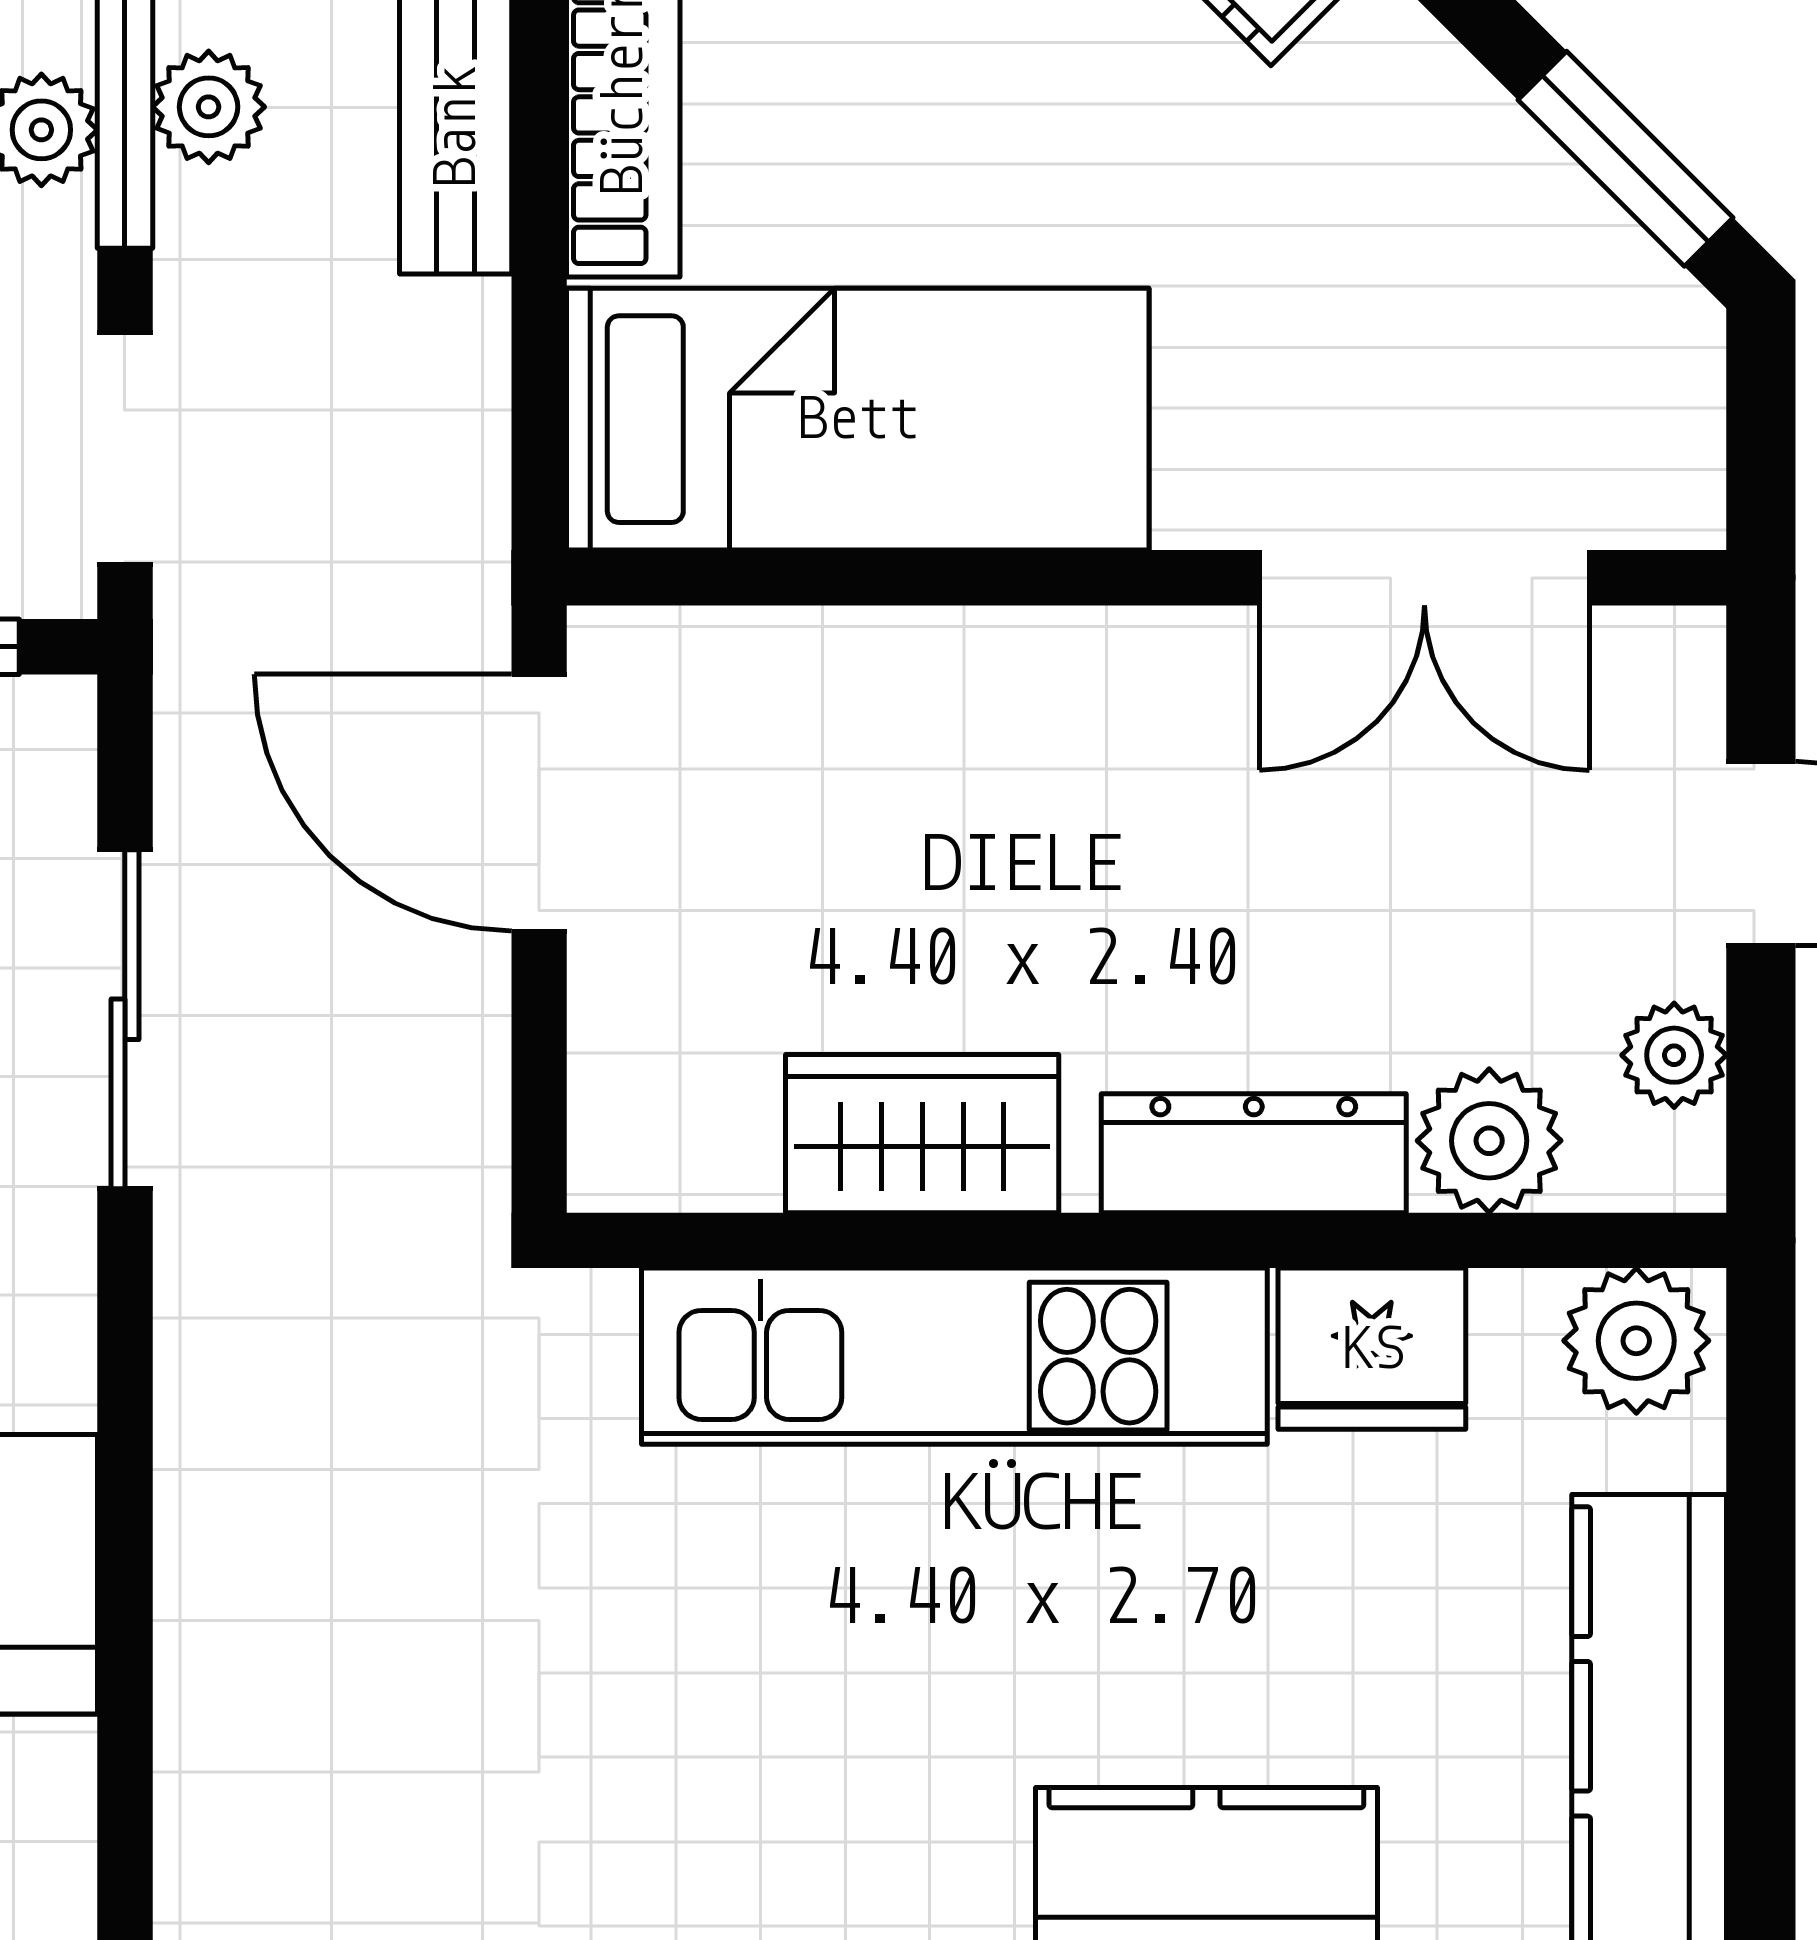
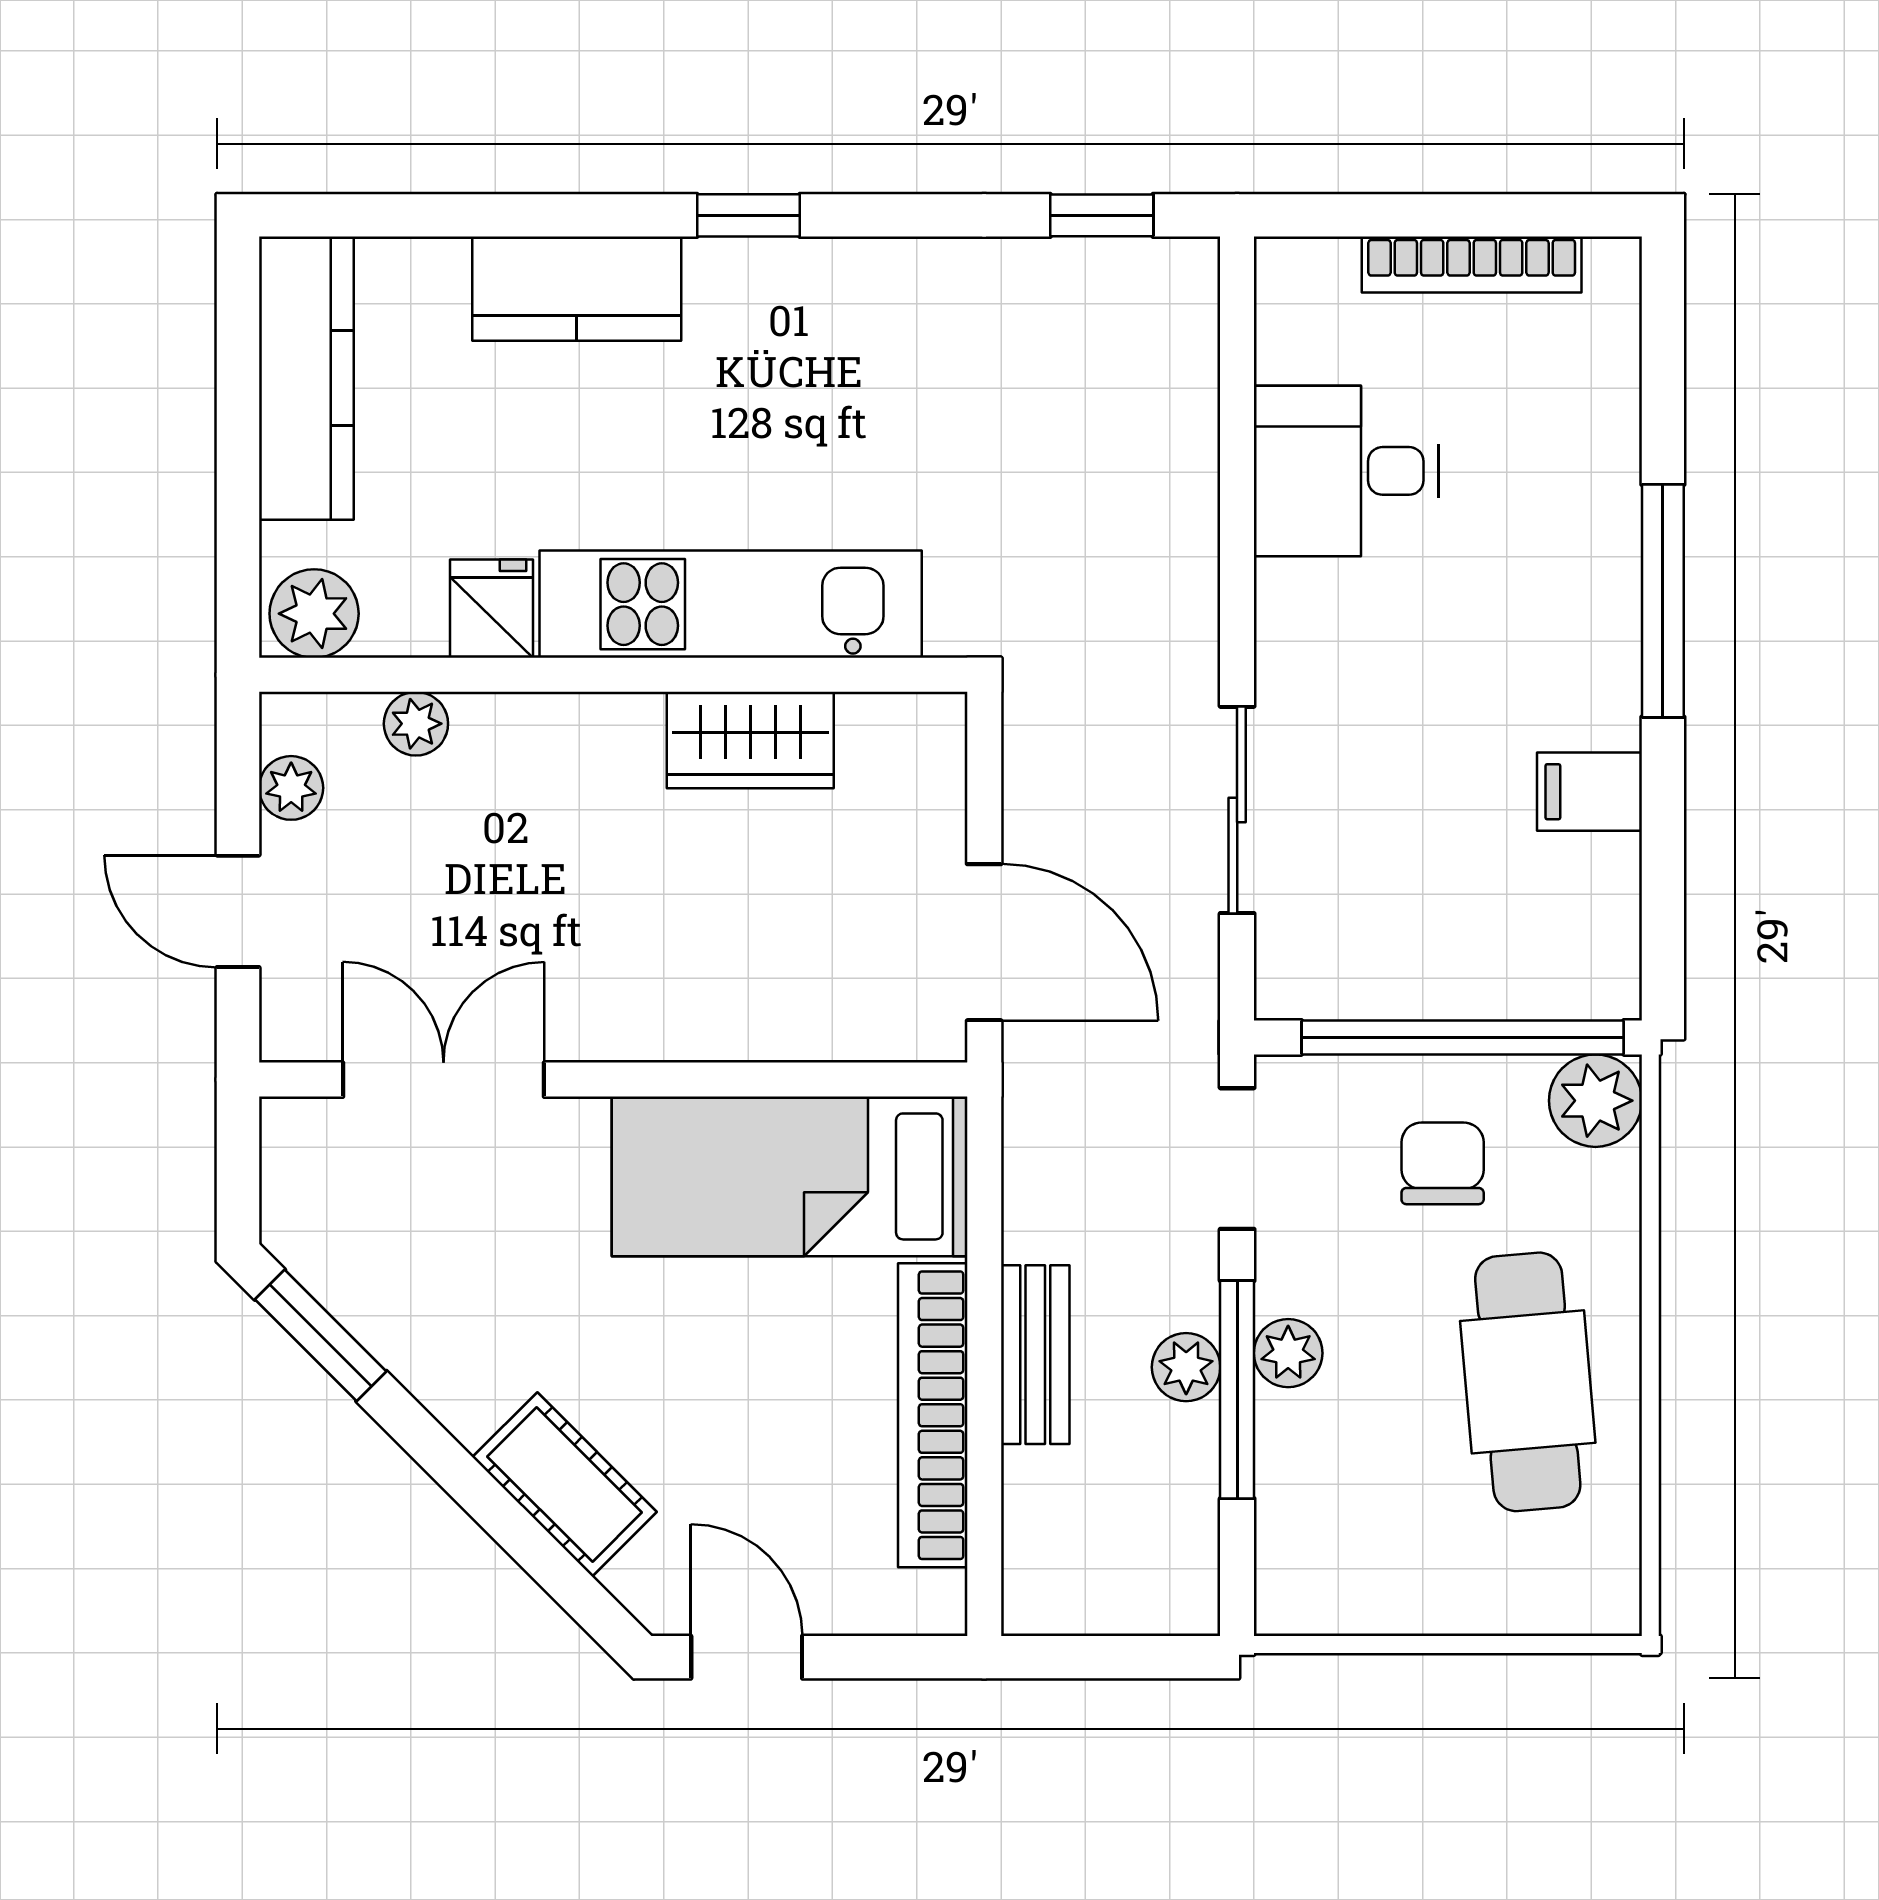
plant: (1489, 1141) -> (416, 724), width x0.73, depth x0.73
dresser: (1254, 1153) -> (548, 728), removed
fridge: (1372, 1349) -> (492, 609), width x0.72

